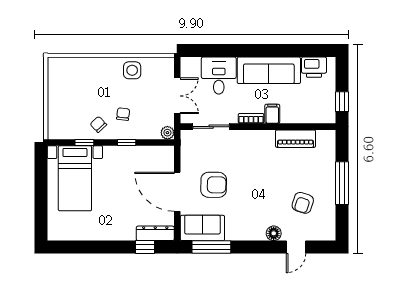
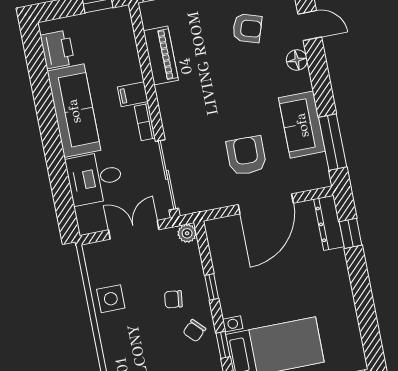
sliding door: (211, 127) -> (167, 175), width x1.37
sofa: (202, 228) -> (302, 125), moved

